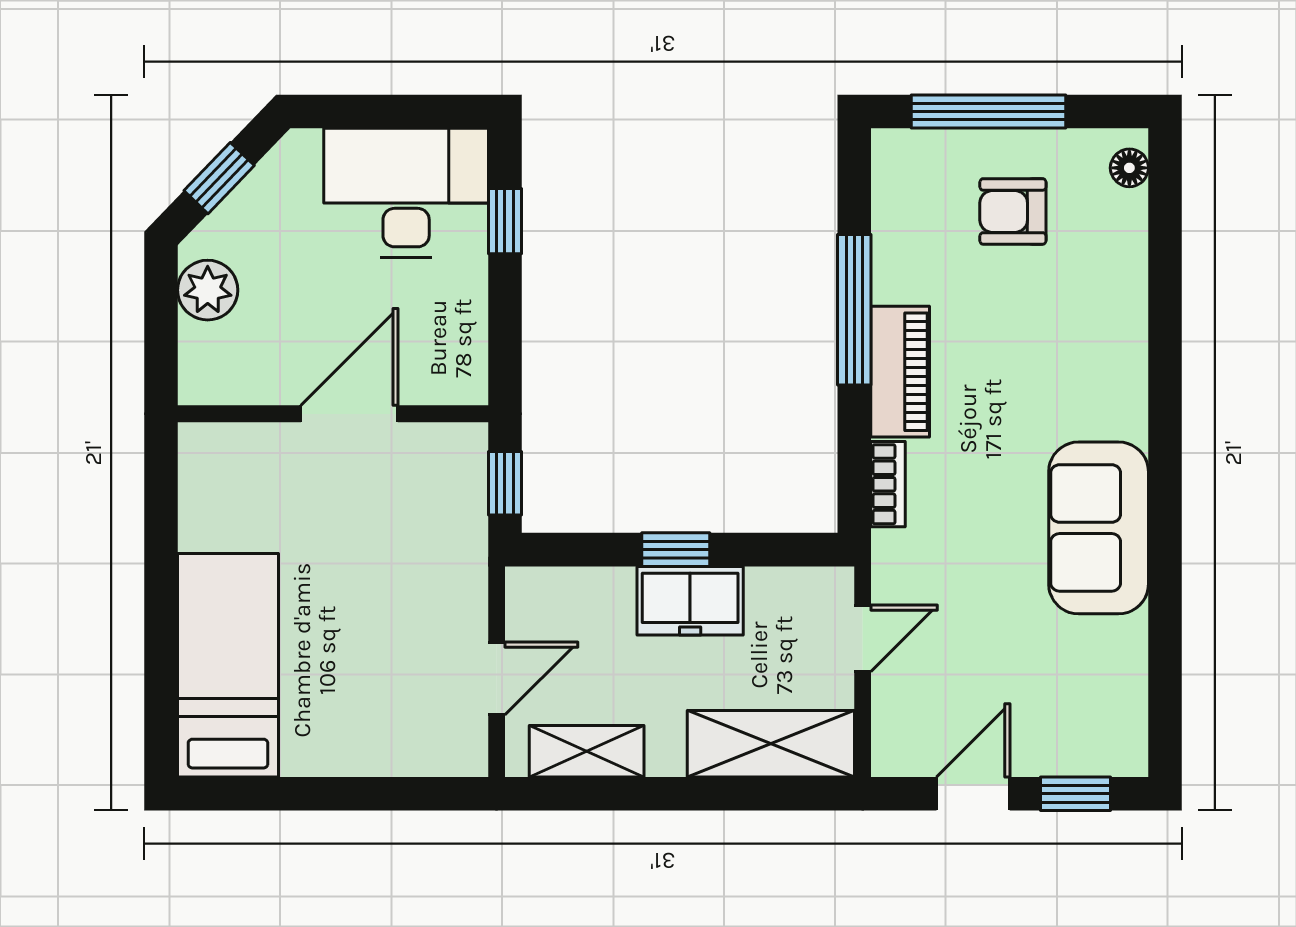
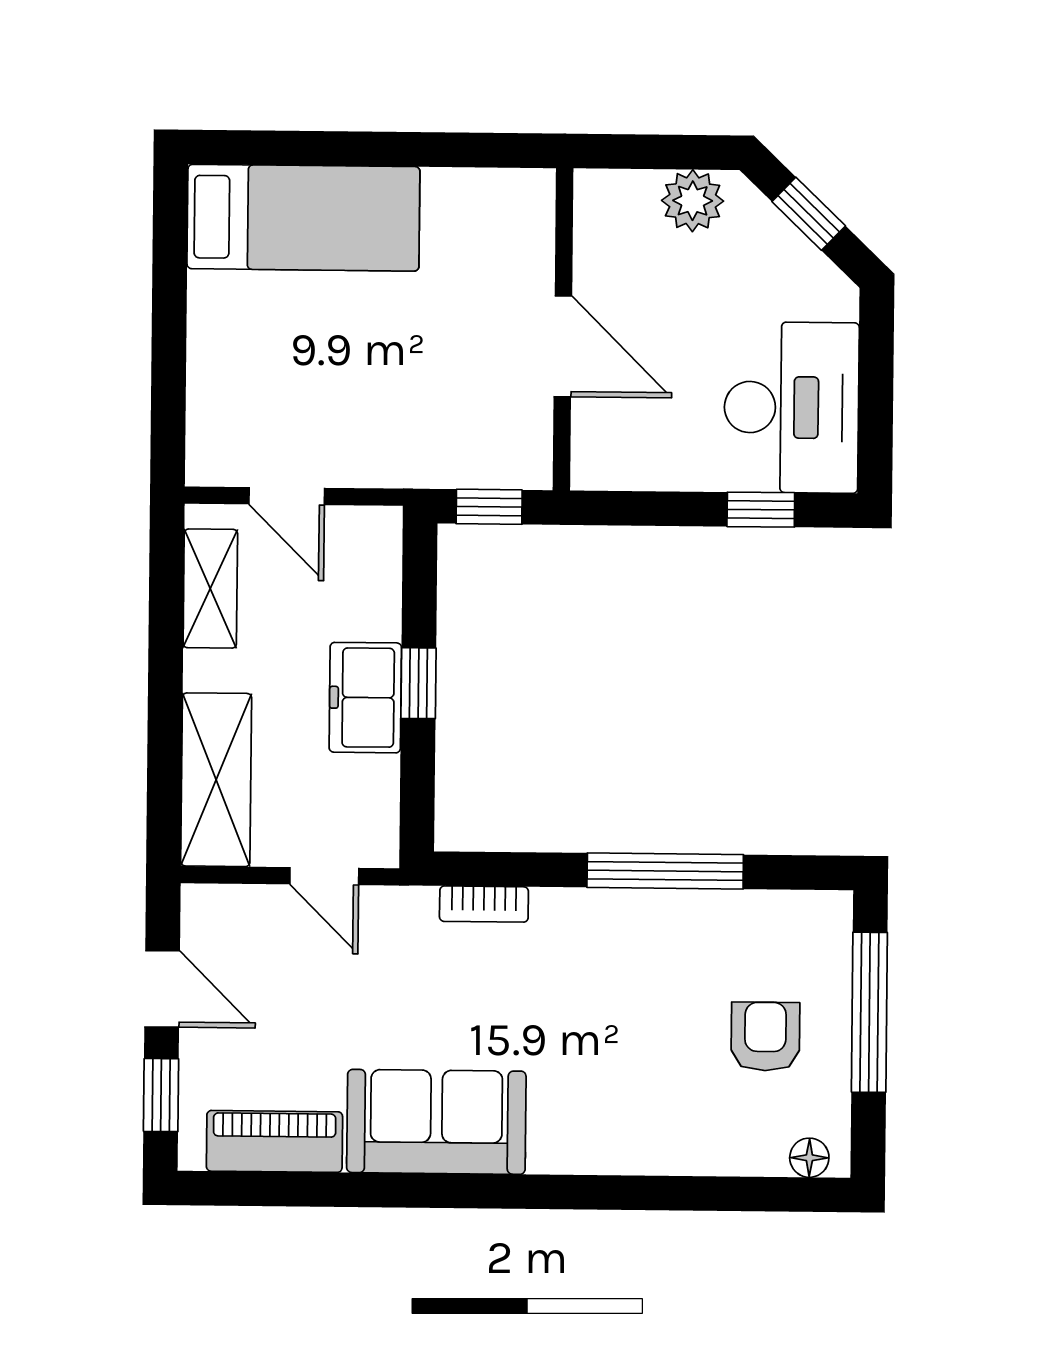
piano: (900, 372) -> (274, 1141), moved, turned 180

